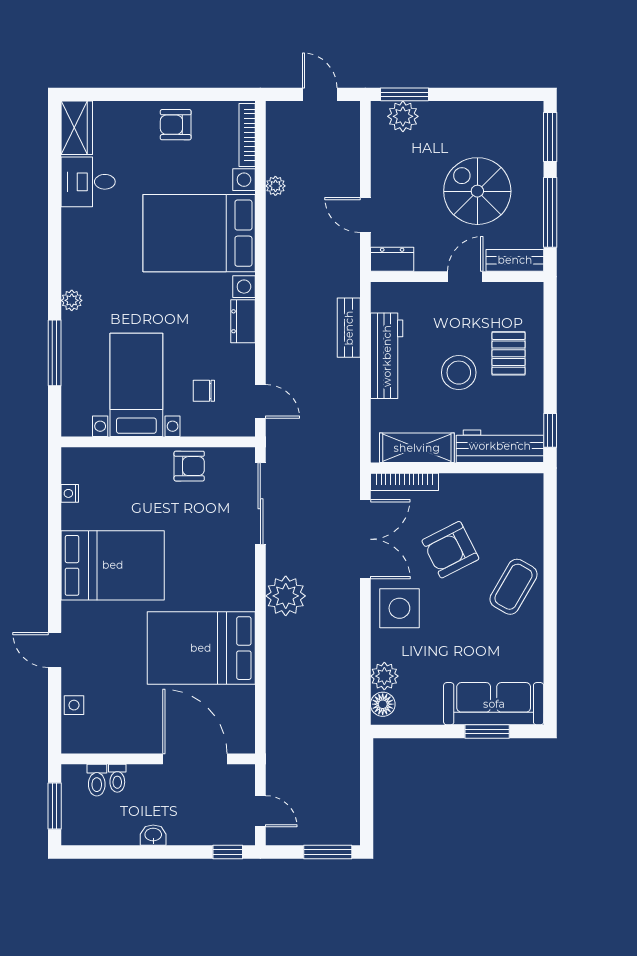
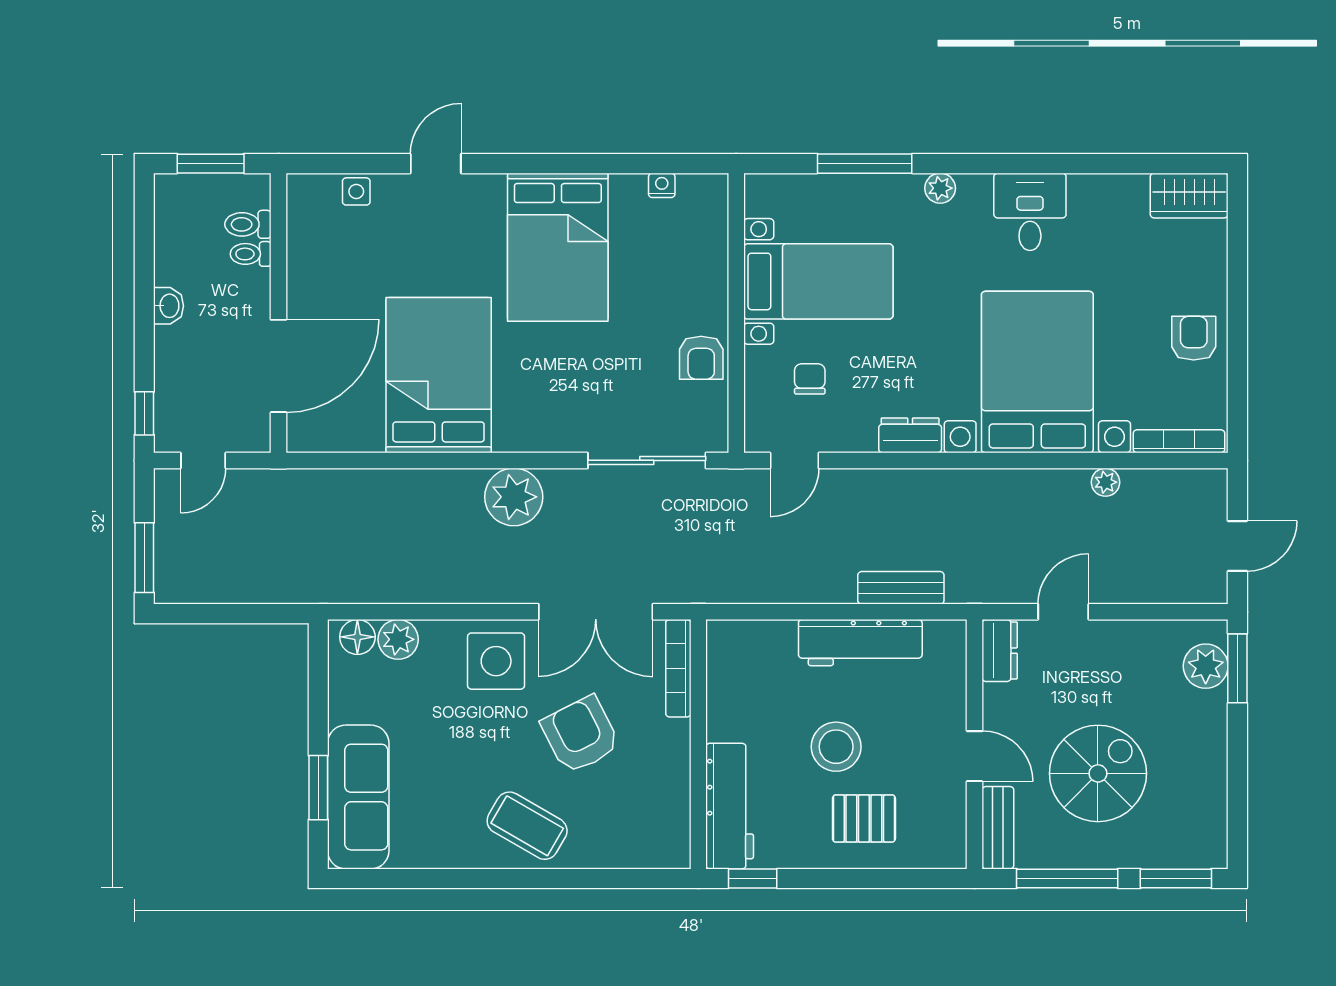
desk: (88, 182) -> (1030, 212), moved
shelving: (417, 448) -> (727, 686), removed

